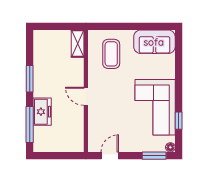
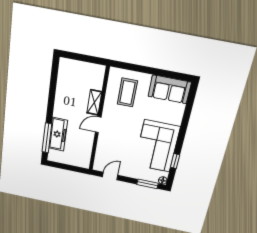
shelving: (78, 44) -> (94, 102), moved
window: (30, 79) -> (51, 100), removed
door: (86, 96) -> (98, 125), hinge flipped
freezer: (42, 112) -> (58, 134), width x1.40

